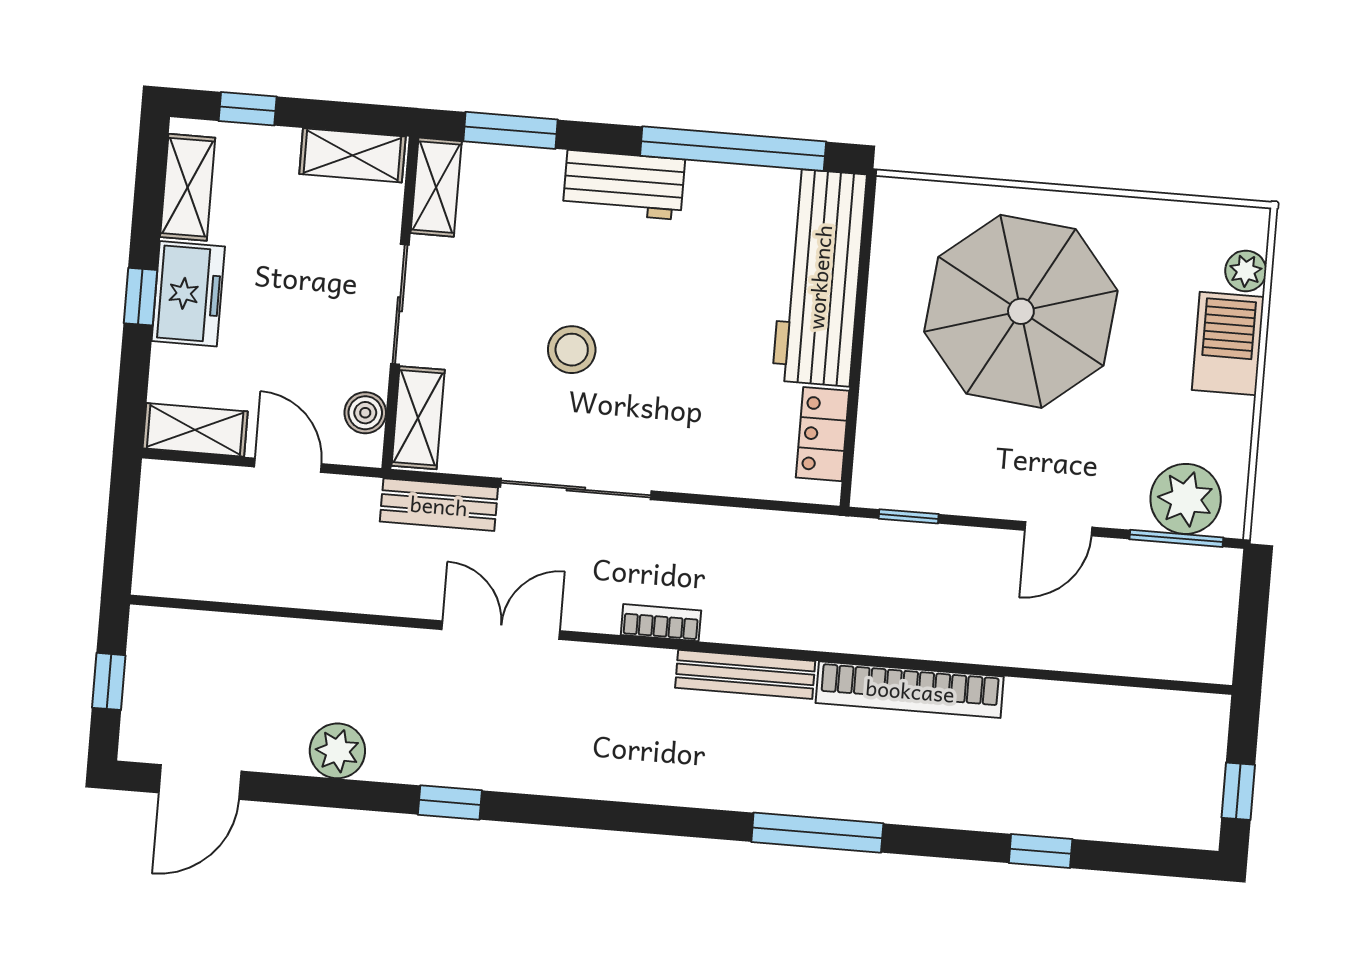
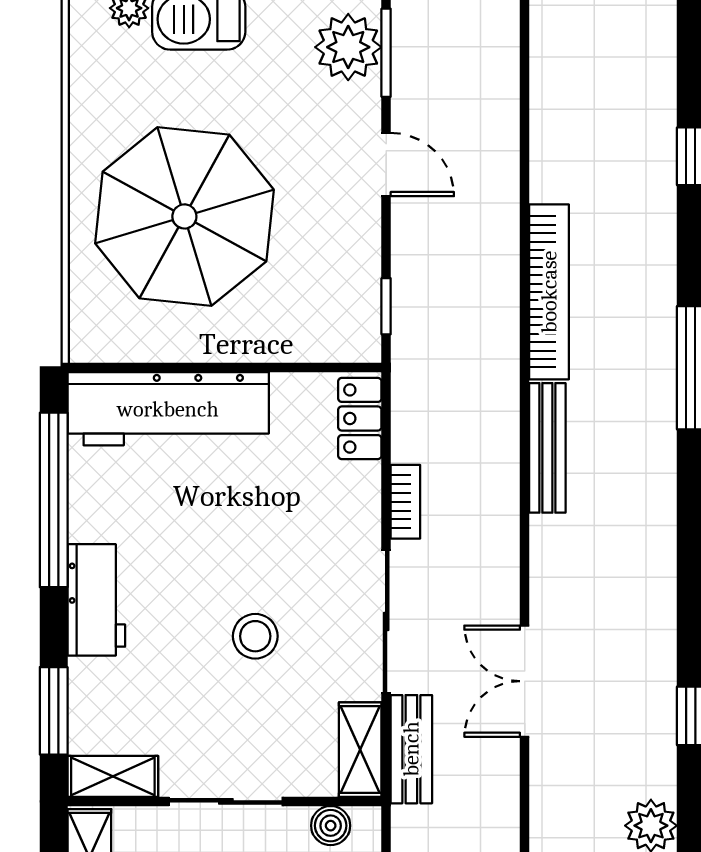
shelving: (418, 418) -> (360, 750), moved, turned 90
locker: (823, 434) -> (360, 418), moved, turned 90
bookcase: (661, 623) -> (405, 502), moved, turned 180

